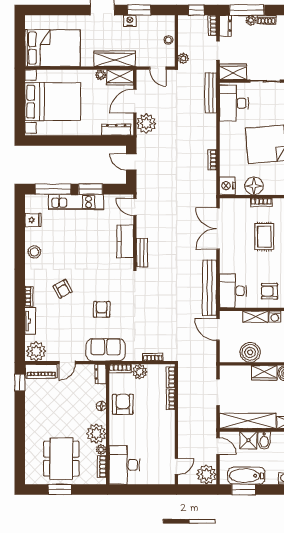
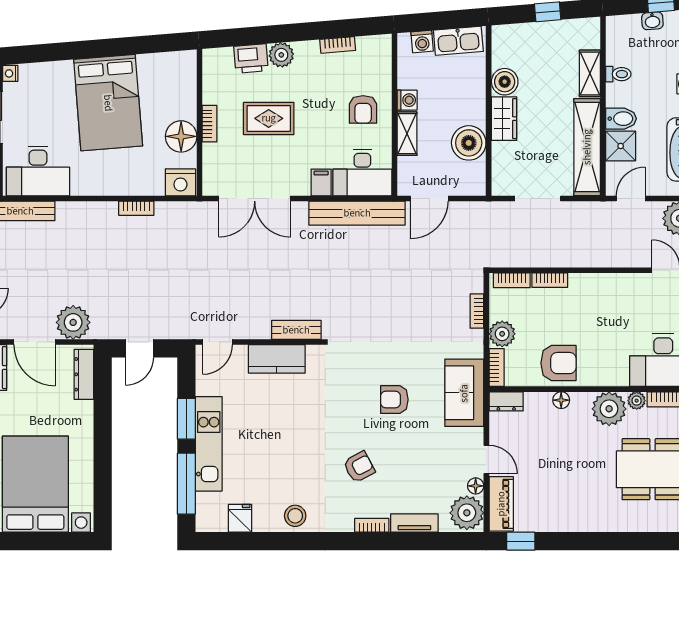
filing cabinet: (227, 267) -> (321, 182), added
floor lamp: (52, 356) -> (476, 486), added
armchair: (123, 404) -> (558, 363), turned 180

